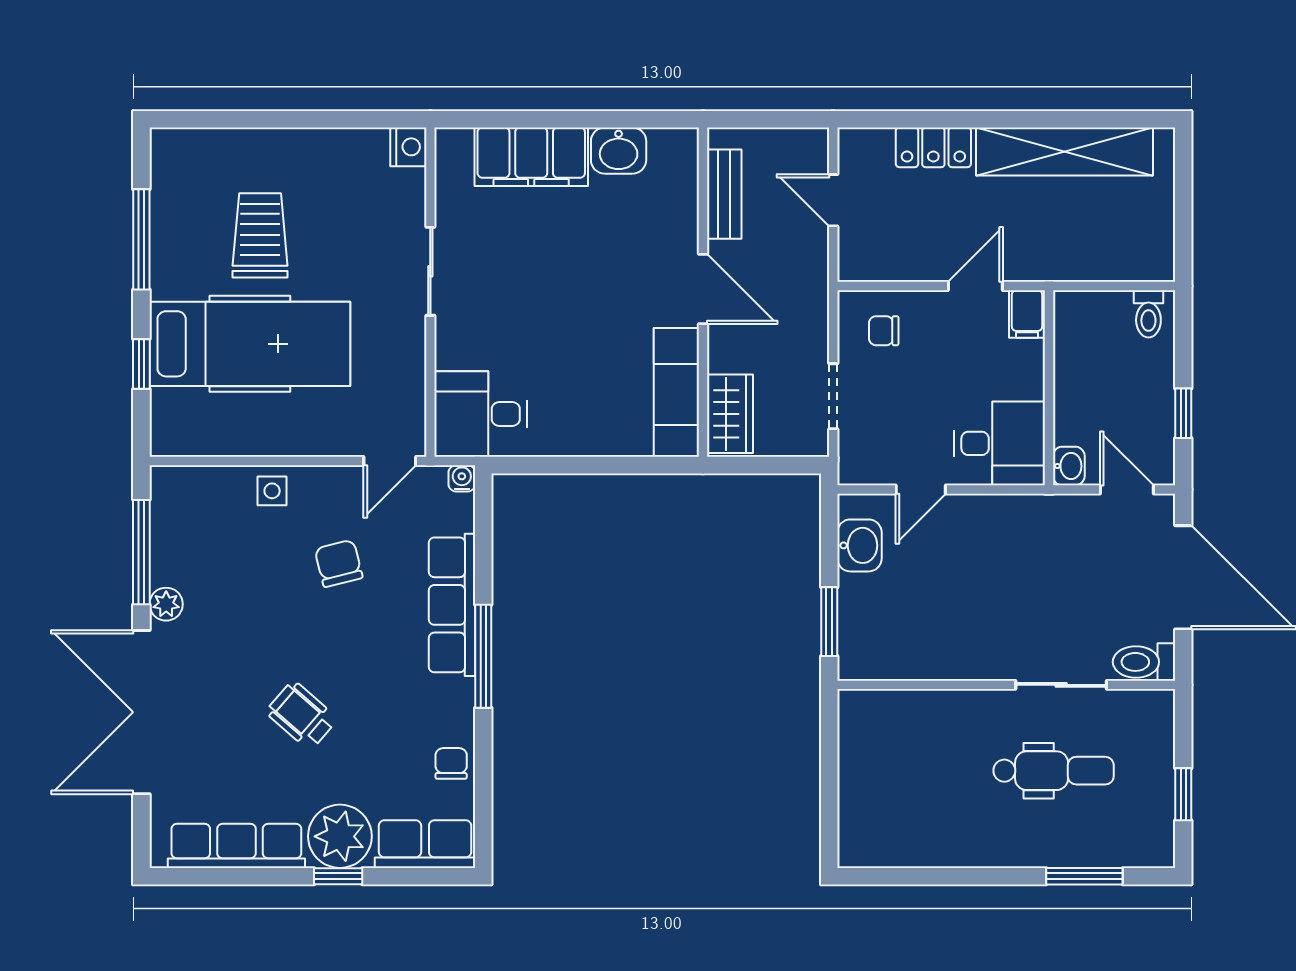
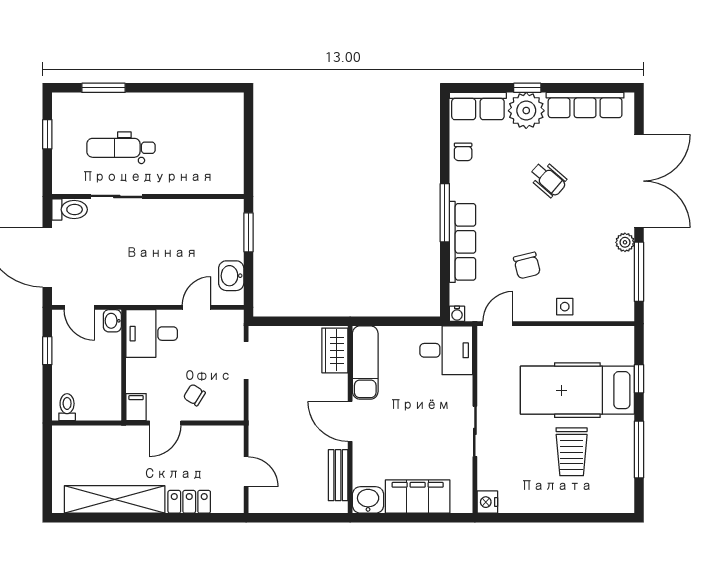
bench: (724, 194) -> (338, 475), moved
door: (703, 289) -> (350, 421), moved
wall: (703, 292) -> (350, 420), moved
chair: (884, 331) -> (194, 395), moved, turned -148
exam couch: (676, 392) -> (365, 363), moved
wardrobe: (730, 414) -> (335, 350), moved

